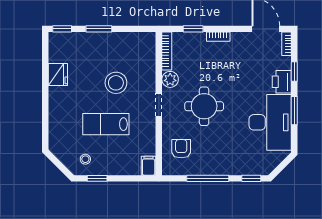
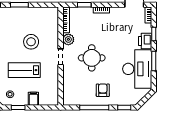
armchair: (181, 149) -> (103, 90), moved
filing cabinet: (149, 166) -> (33, 99), moved

